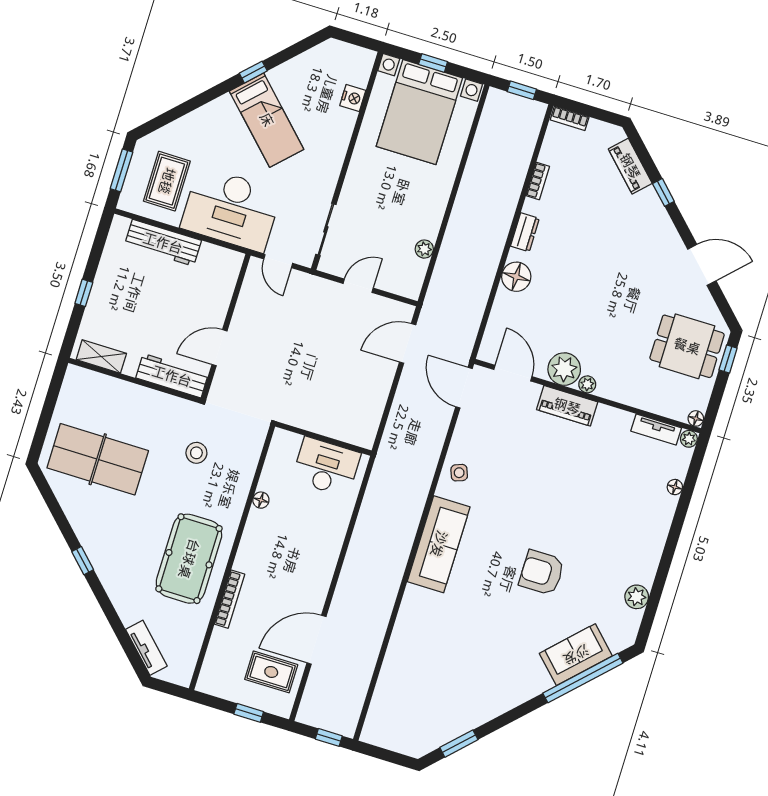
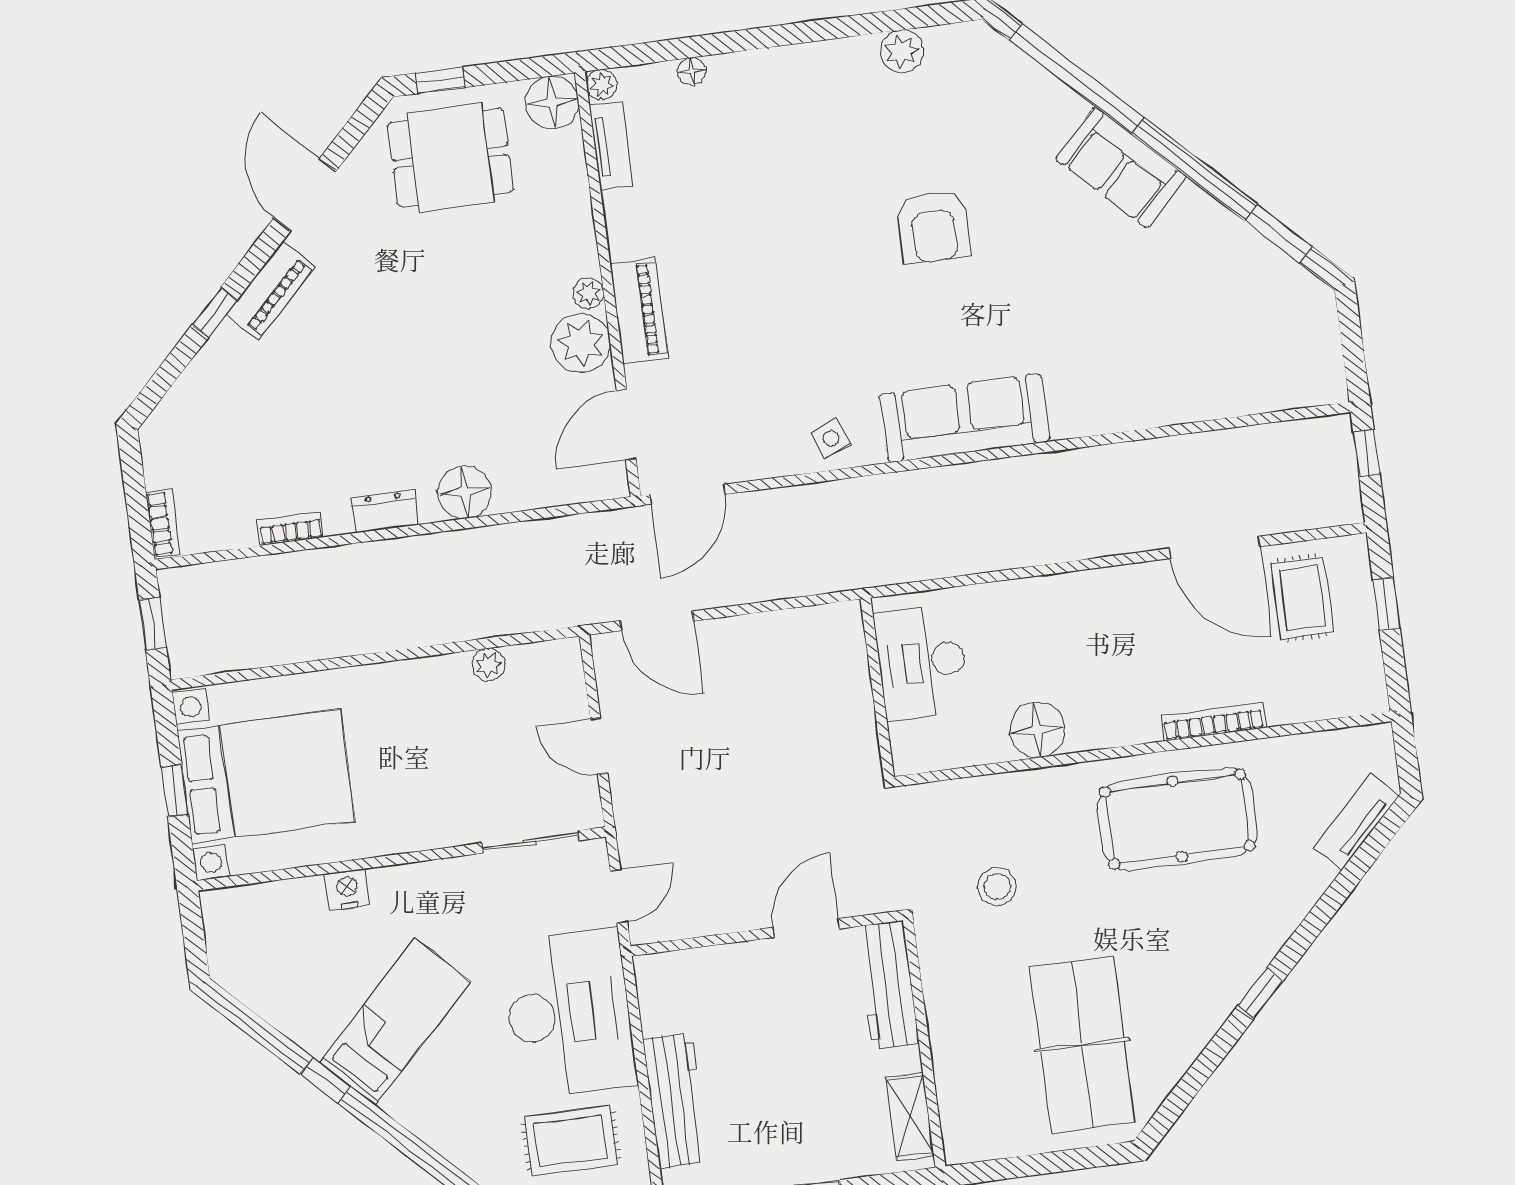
nightstand: (353, 98) -> (347, 890), moved
piano: (630, 166) -> (270, 290), moved
dining table: (687, 346) -> (450, 158), turned 90
door: (219, 348) -> (806, 928), swing flipped
floor lamp: (696, 418) -> (552, 102), width x1.89, depth x1.89
floor lamp: (261, 500) -> (1037, 730), width x1.89, depth x1.89
sofa: (576, 655) -> (1121, 168), moved

